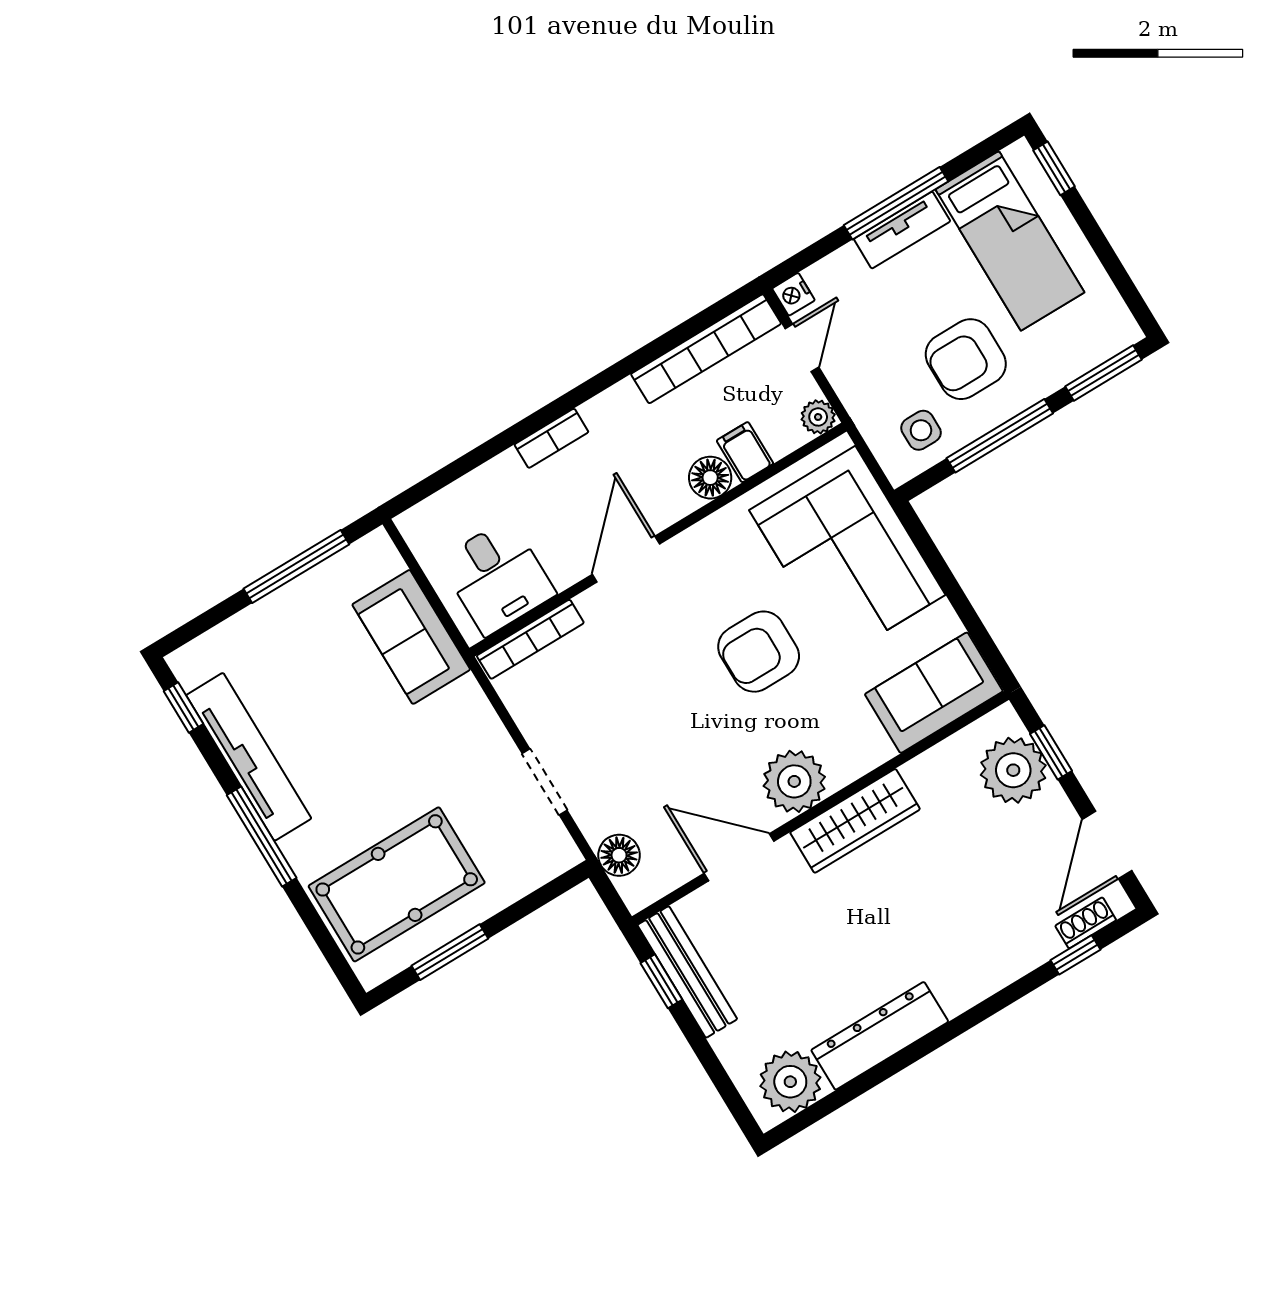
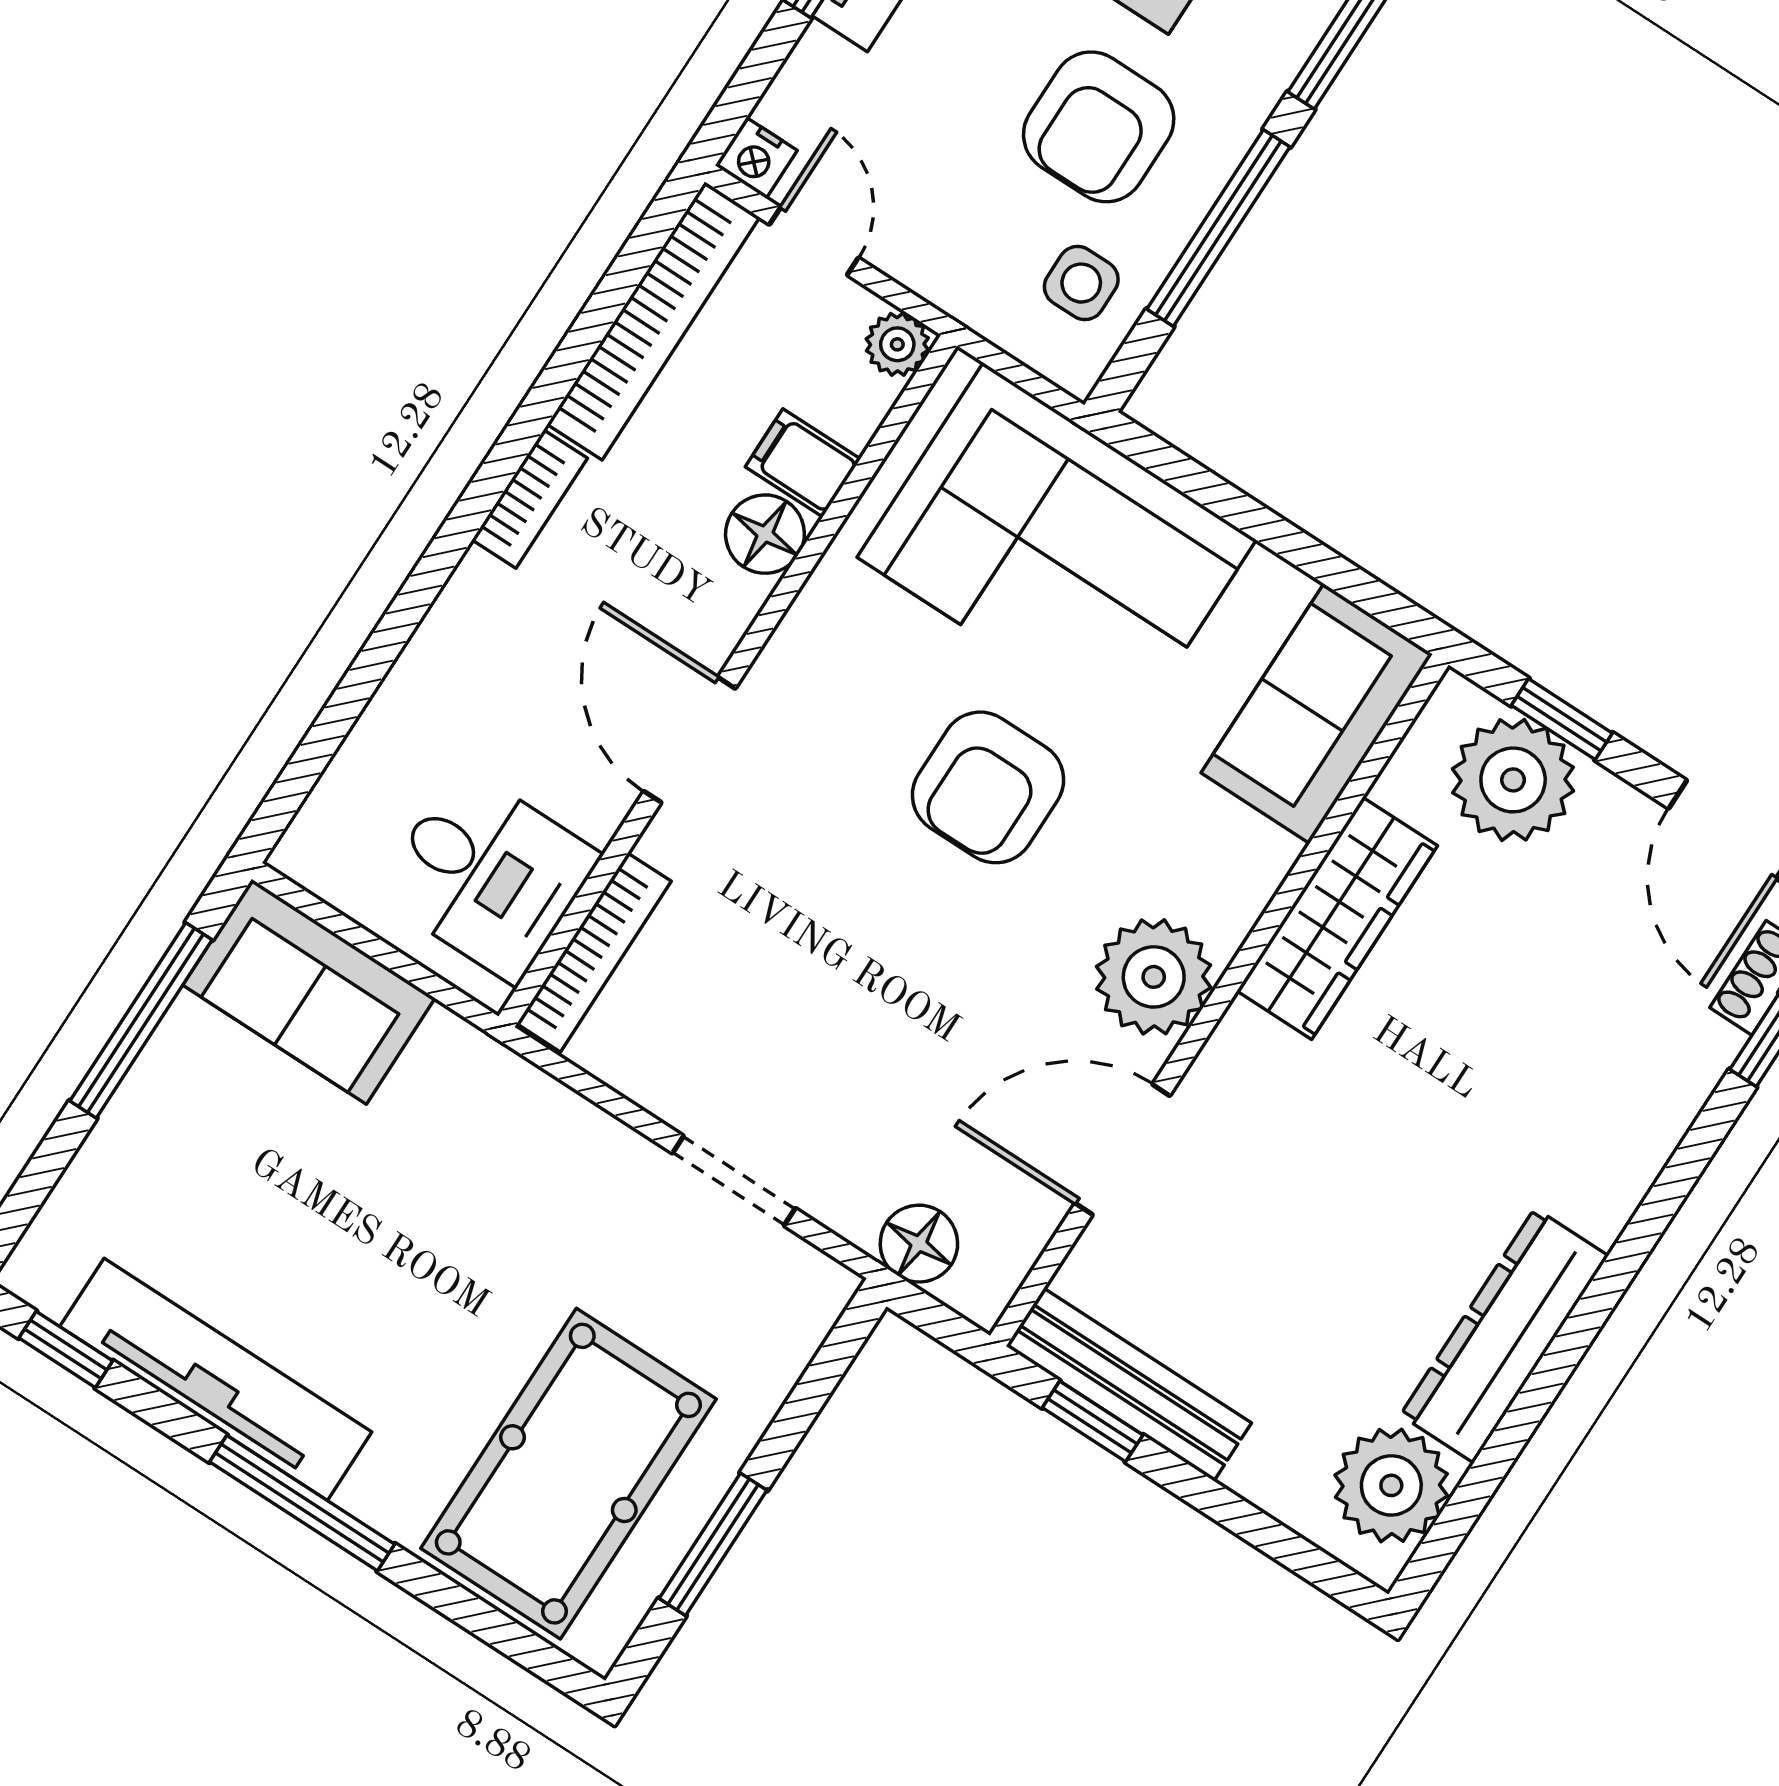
bookcase: (551, 438) -> (530, 499), moved
sofa: (411, 637) -> (309, 992), moved
wardrobe: (855, 821) -> (1337, 918), moved

